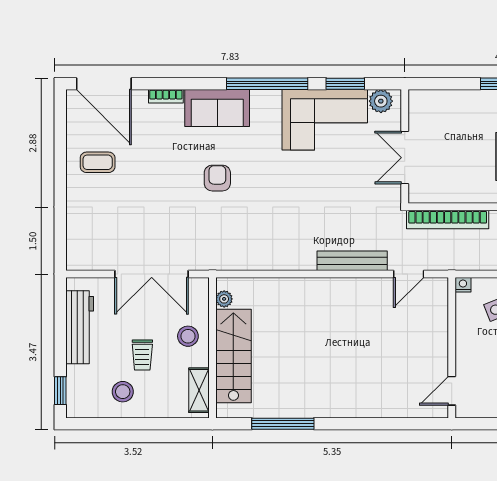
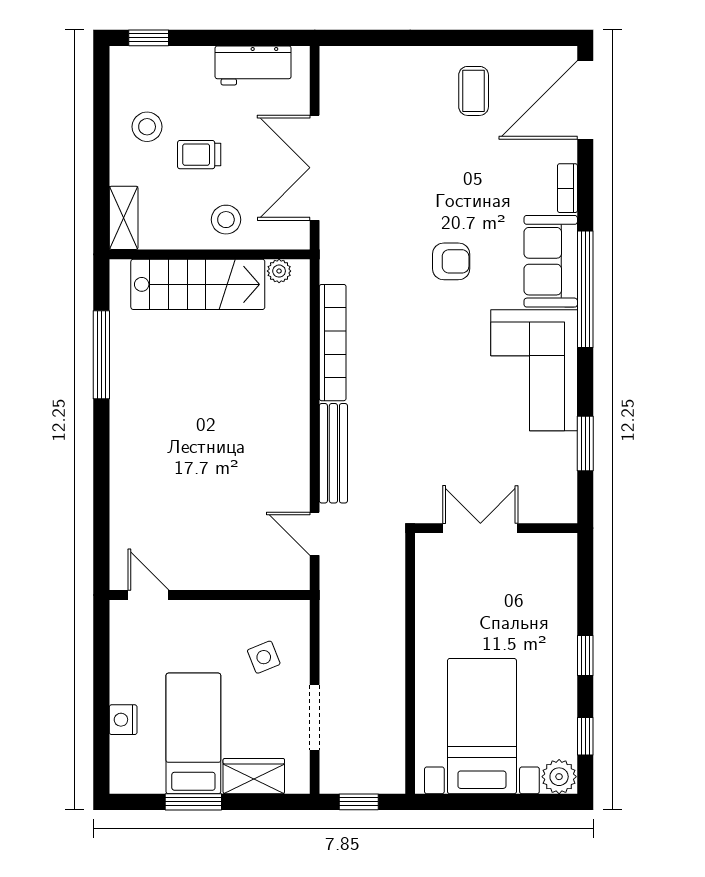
window: (267, 84) -> (585, 289), moved
plant: (381, 101) -> (561, 494), removed
corner sofa: (325, 120) -> (534, 370), moved
bookcase: (448, 219) -> (333, 343), moved, turned 180
nightstand: (463, 285) -> (299, 611), removed
workbench: (80, 327) -> (253, 65), width x0.73
shelving: (199, 390) -> (124, 218), moved, turned 90

